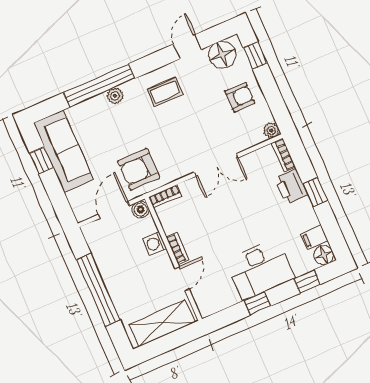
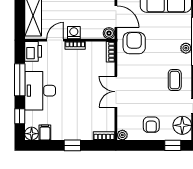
printer: (291, 187) -> (33, 51), moved, turned 90
washing machine: (155, 244) -> (74, 33), moved
door: (182, 279) -> (55, 40), swing flipped
window: (257, 303) -> (20, 80), width x2.17

